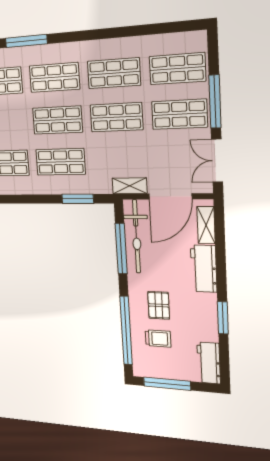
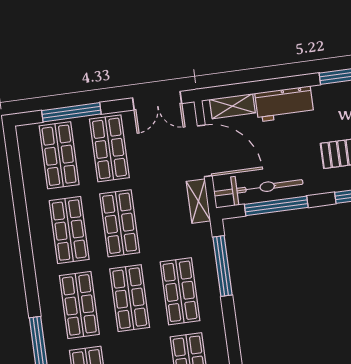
window: (215, 102) -> (71, 112), moved
window: (78, 199) -> (223, 266), width x1.44

